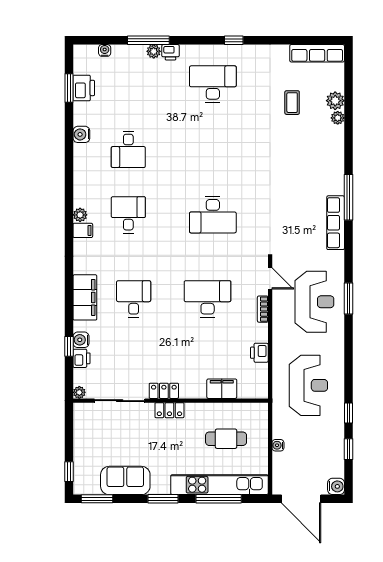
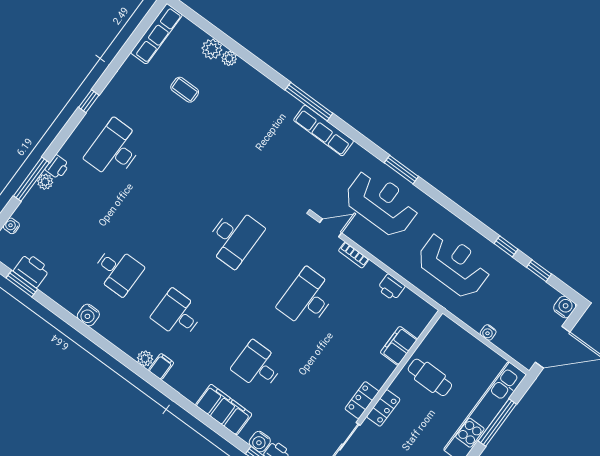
water cooler: (81, 134) -> (88, 315), moved
cafe table: (226, 439) -> (430, 377), moved, turned 90

